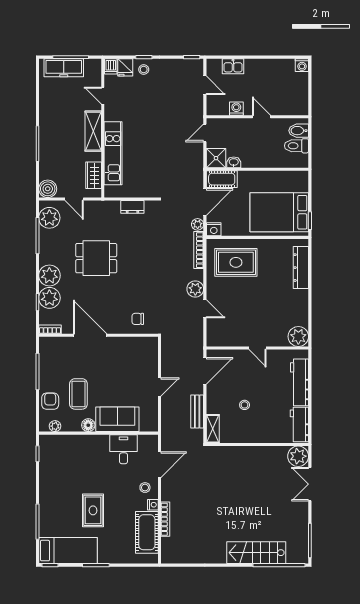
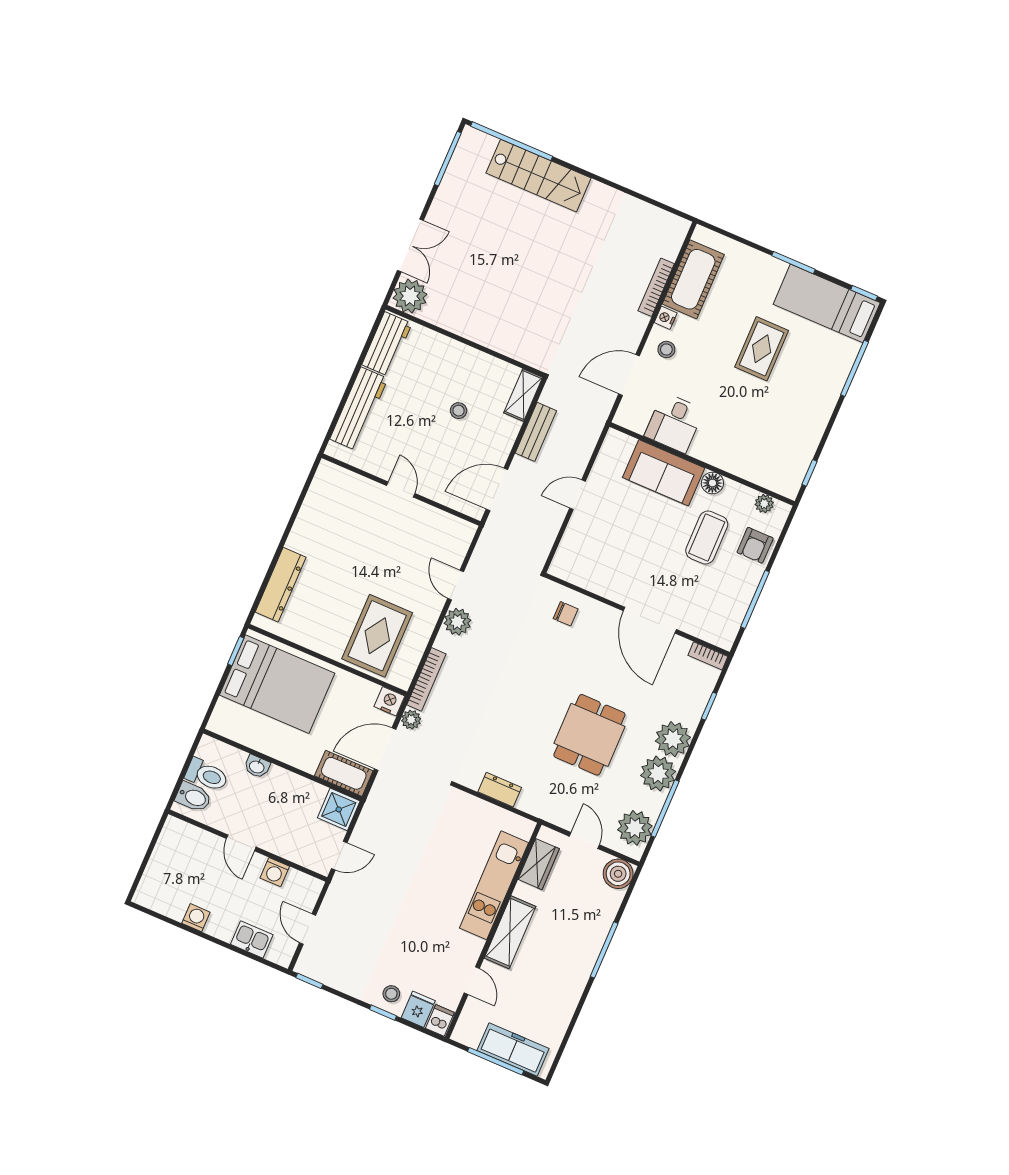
washing machine: (302, 65) -> (196, 918), moved
washbasin: (234, 162) -> (257, 767), moved
dining table: (96, 258) -> (589, 735), turned 90
rug: (236, 262) -> (377, 636), turned 90
plant: (49, 298) -> (658, 774), moved
plant: (298, 337) -> (330, 480), removed

